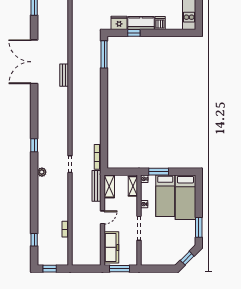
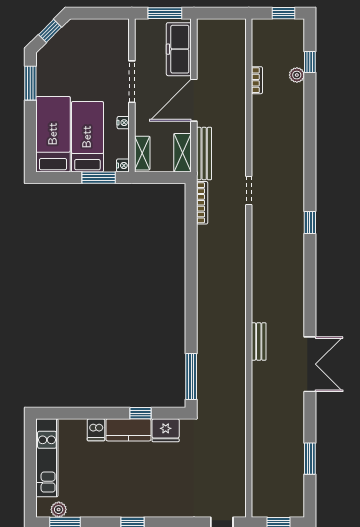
double door: (34, 62) -> (310, 364), width x0.73
plant: (42, 172) -> (297, 75), moved
door: (102, 217) -> (194, 100), width x1.88

